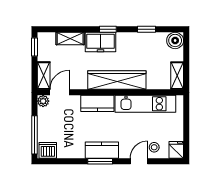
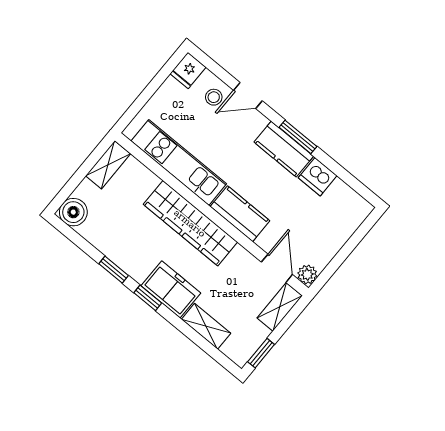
window: (146, 29) -> (114, 270), moved
door: (60, 92) -> (277, 268), swing flipped
window: (34, 135) -> (354, 240), removed
dishwasher: (48, 150) -> (318, 177), moved

